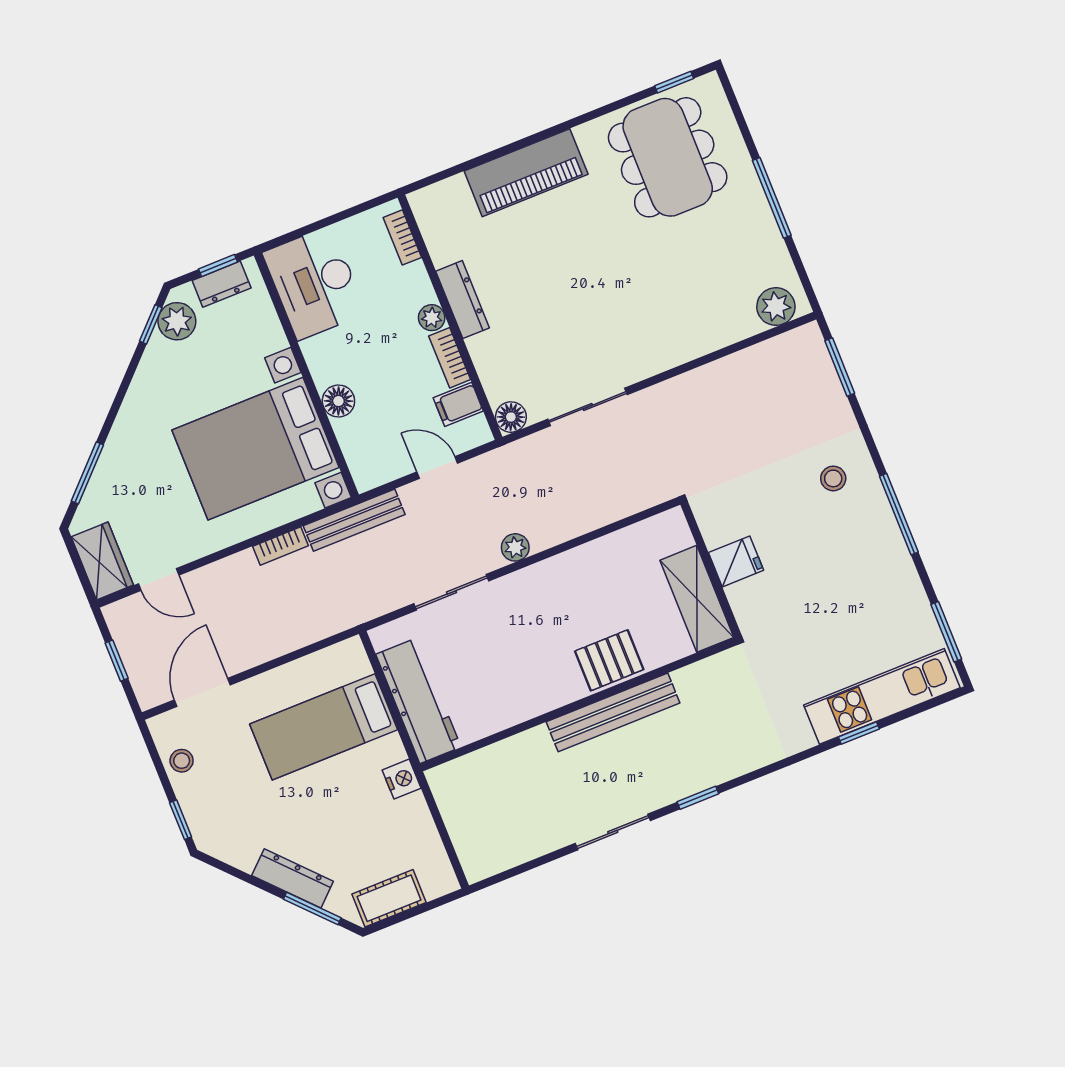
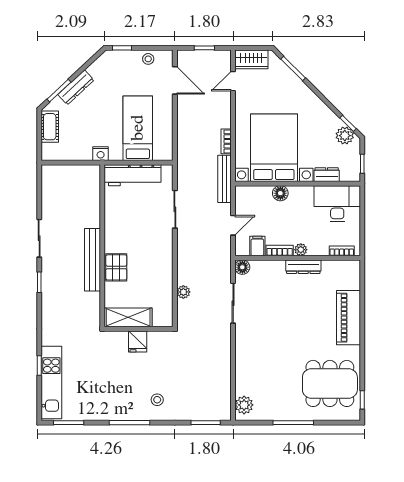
dresser: (222, 284) -> (327, 175), moved, turned 90
plant: (515, 547) -> (183, 292), moved

